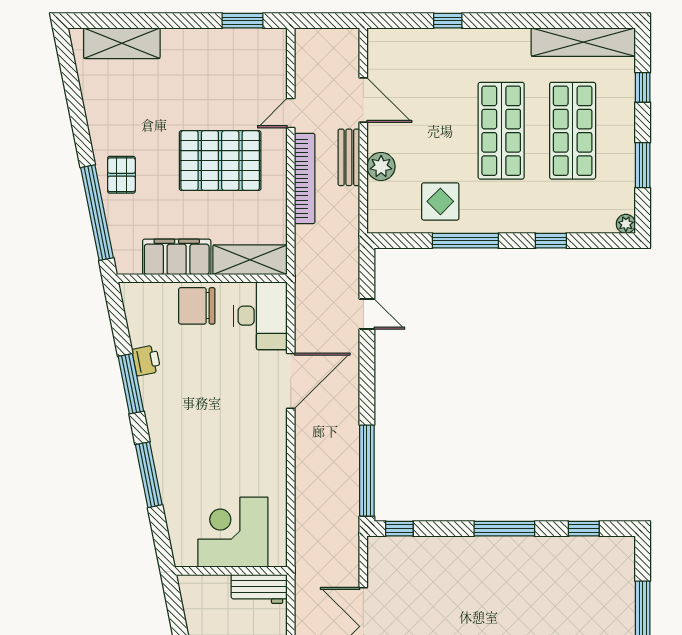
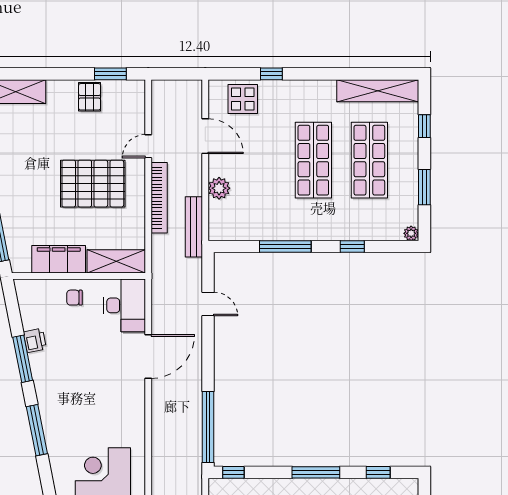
bench: (349, 157) -> (194, 227), moved, width x1.36
pallet: (121, 175) -> (90, 97), moved
display table: (440, 201) -> (243, 99), moved
chair: (197, 306) -> (74, 298), width x0.54, depth x0.54

